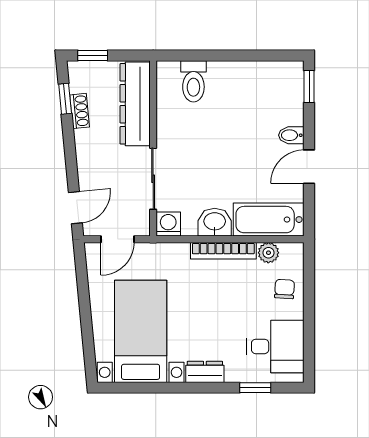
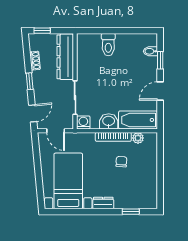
toilet: (193, 81) -> (108, 45), moved
window: (309, 86) -> (160, 60), moved
window: (65, 99) -> (30, 81), moved
bidet: (291, 135) -> (150, 51), moved
door: (117, 239) -> (56, 131), hinge flipped
chair: (285, 289) -> (121, 162), moved
desk: (275, 346) -> (142, 189), removed

